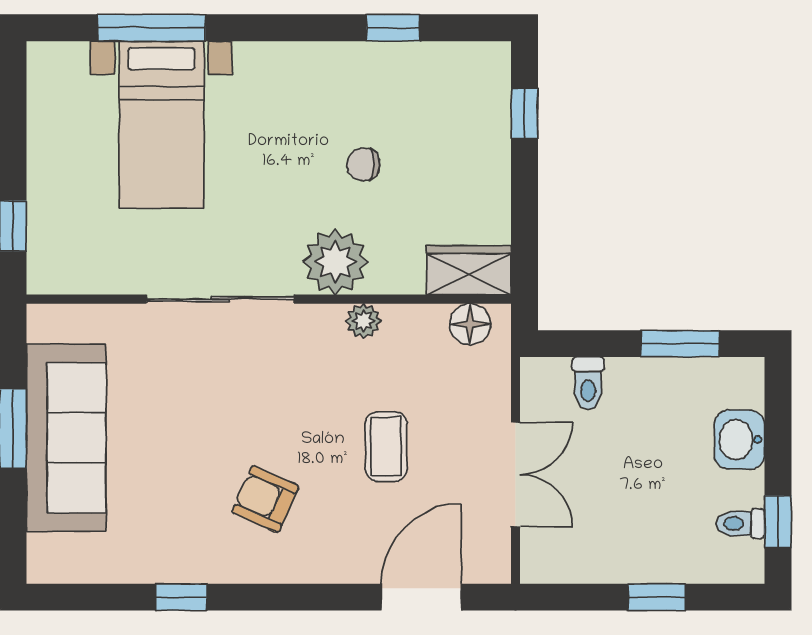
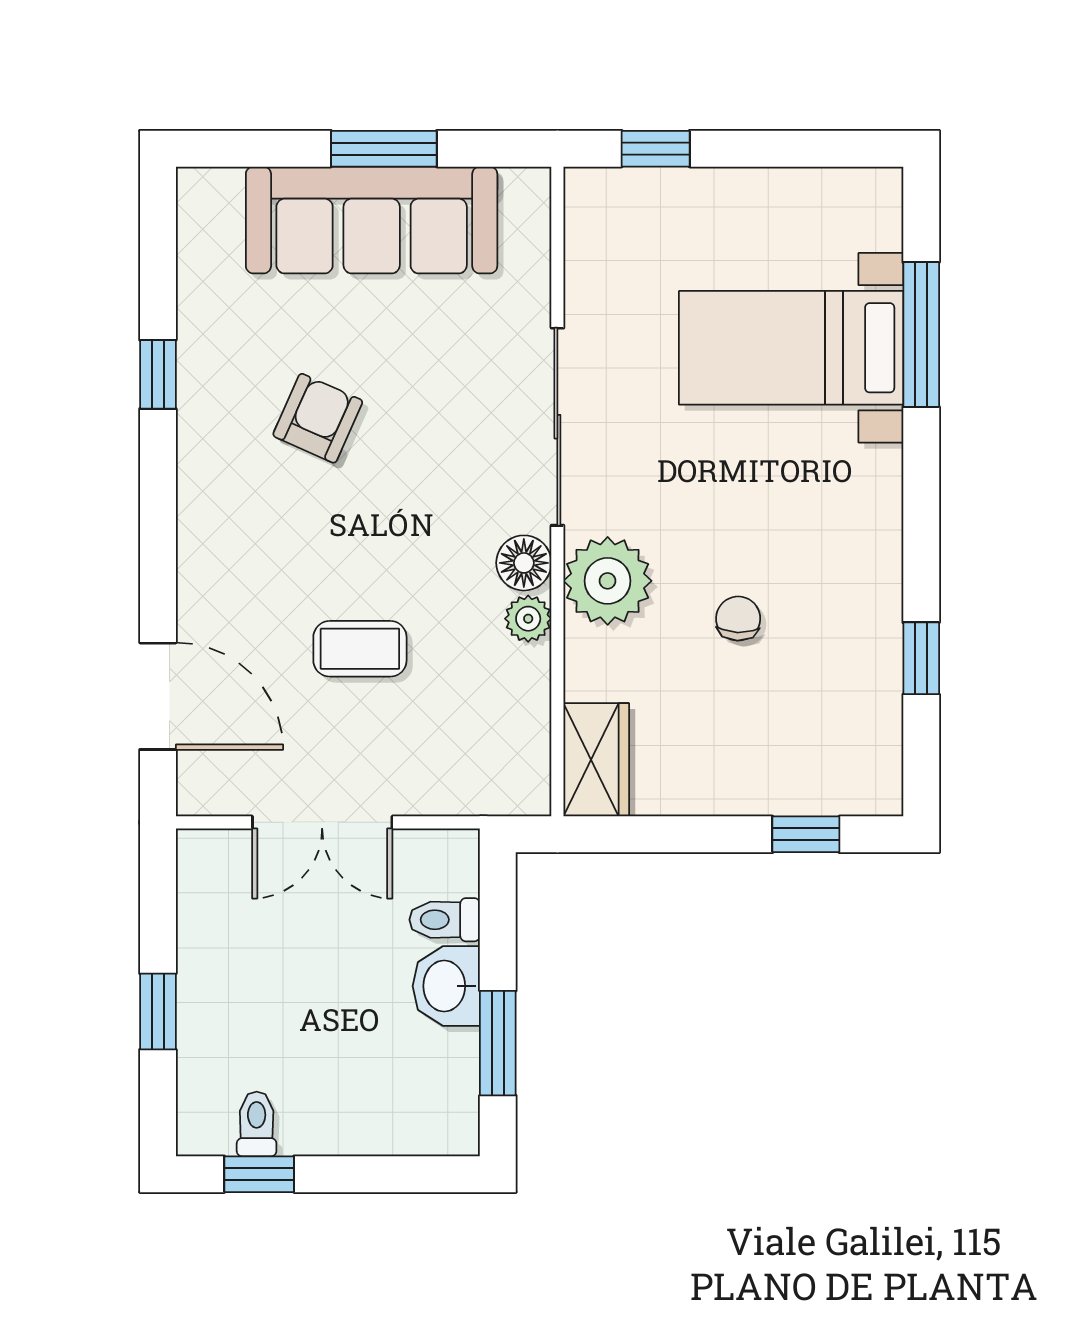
floor lamp: (470, 324) -> (524, 563), moved
washbasin: (739, 440) -> (446, 986), moved, turned -90
armchair: (265, 499) -> (318, 418), moved

